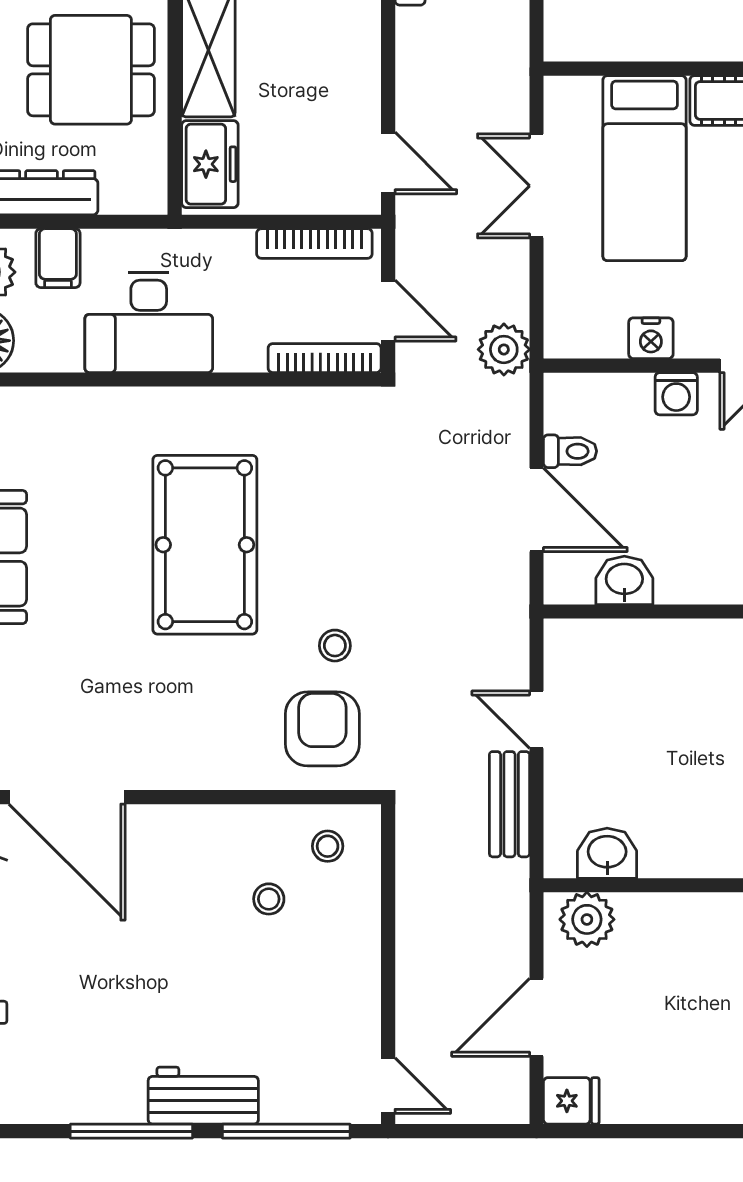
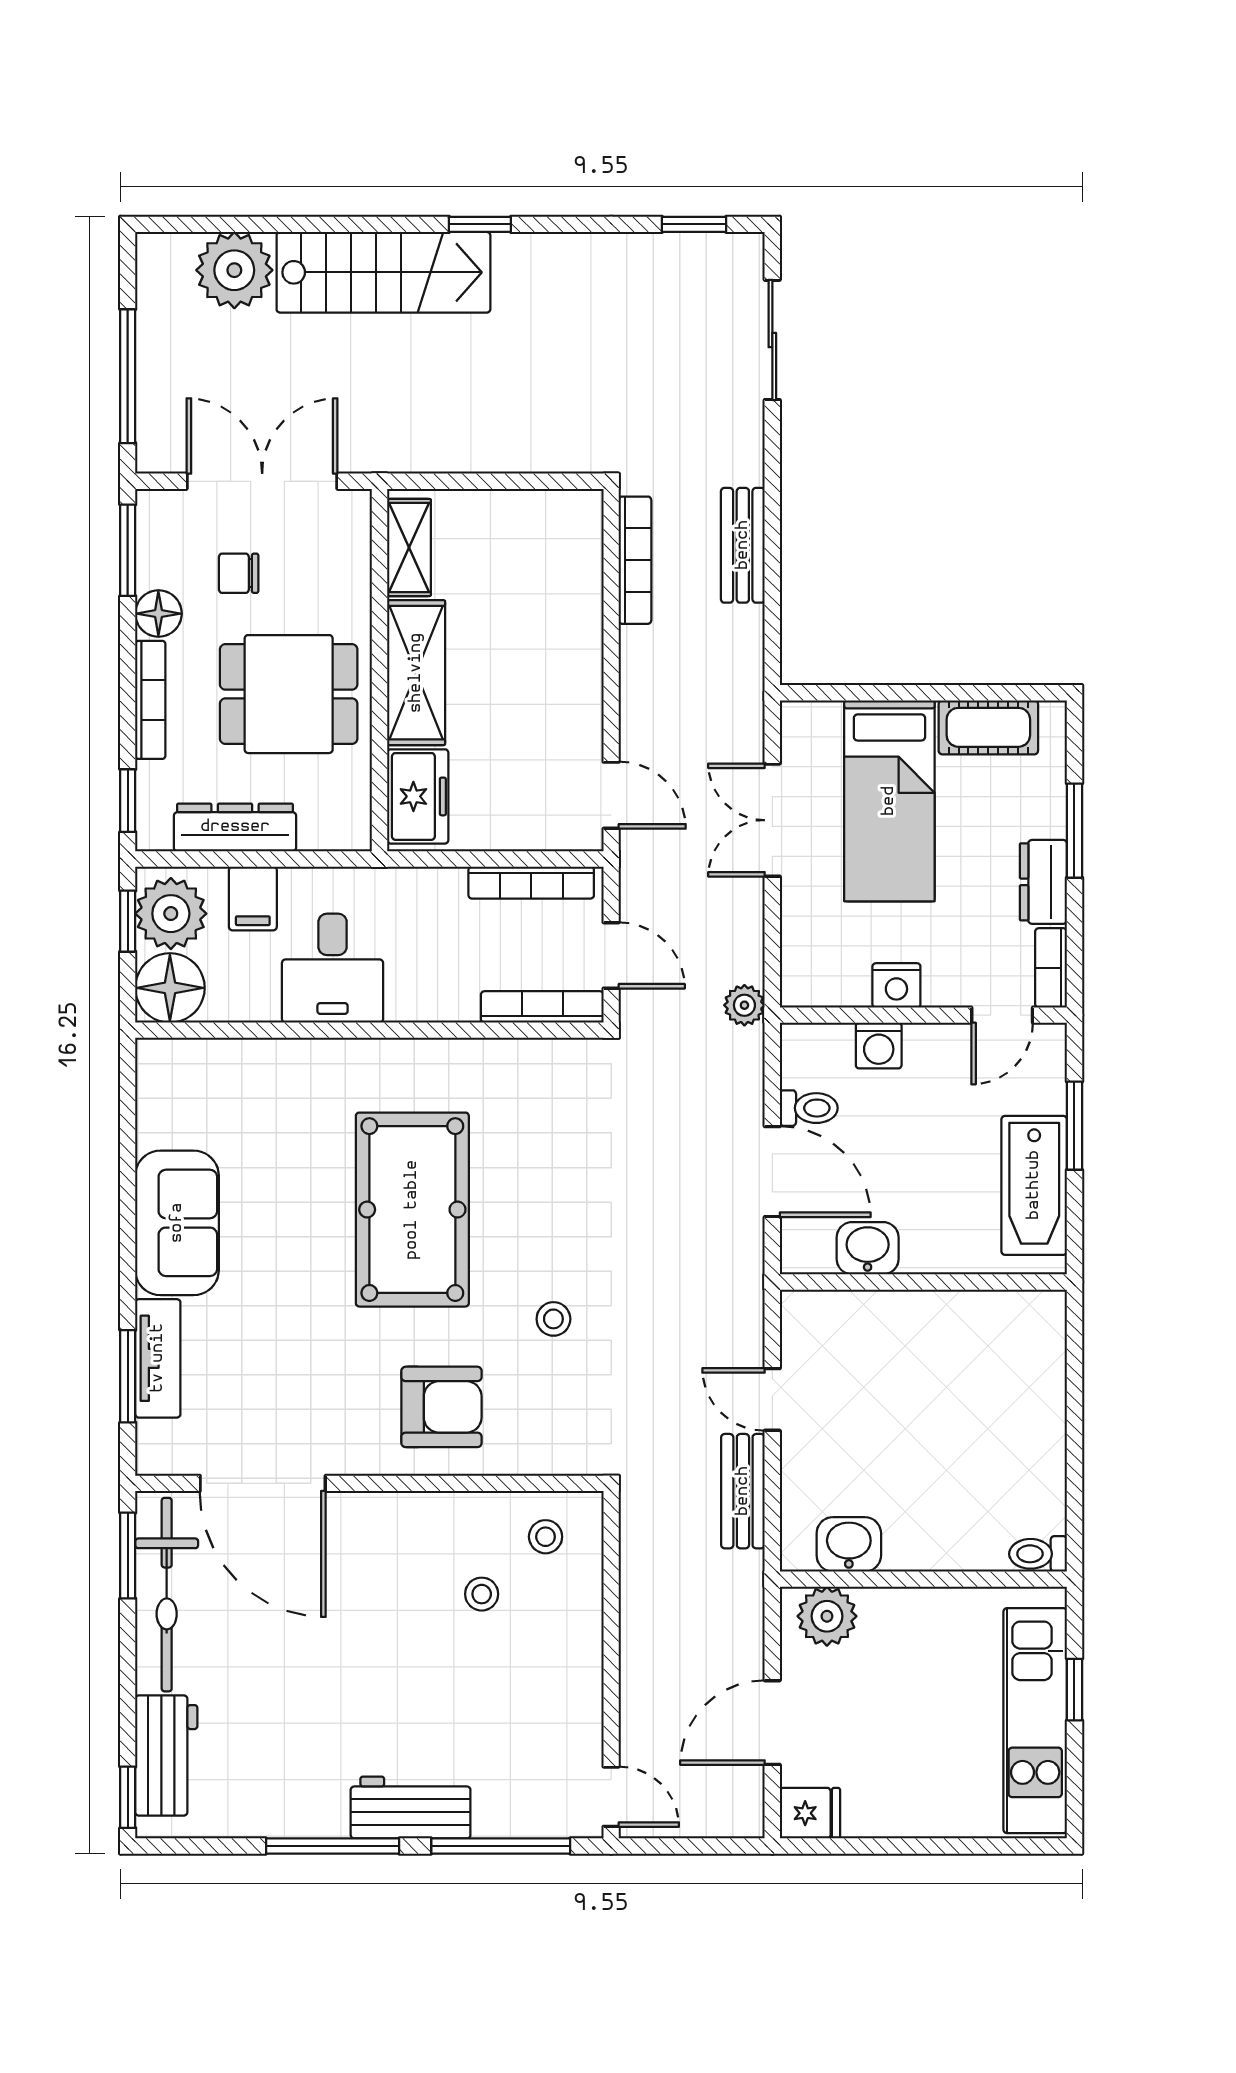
desk: (149, 322) -> (333, 968), width x0.73
plant: (504, 349) -> (744, 1005), width x0.73, depth x0.73
washing machine: (676, 394) -> (879, 1046), moved
armchair: (322, 729) -> (441, 1407), moved, turned 90

